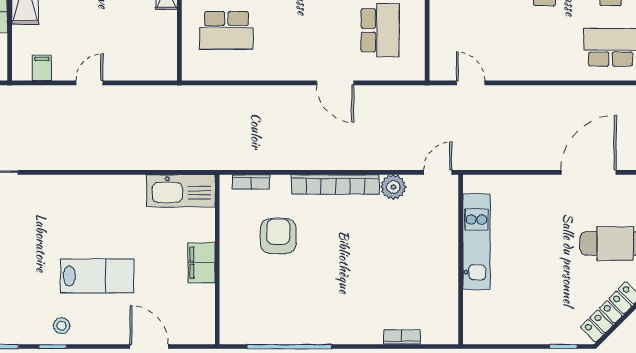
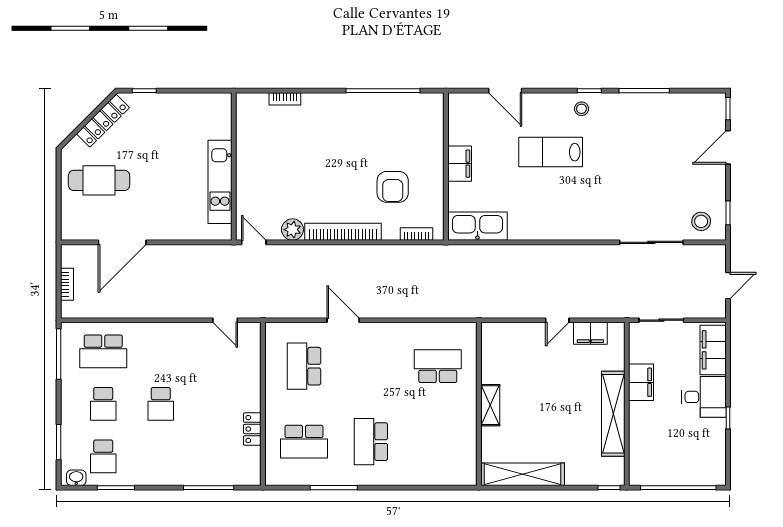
filing cabinet: (42, 68) -> (590, 333), width x2.00
door: (438, 172) -> (254, 242), swing flipped

